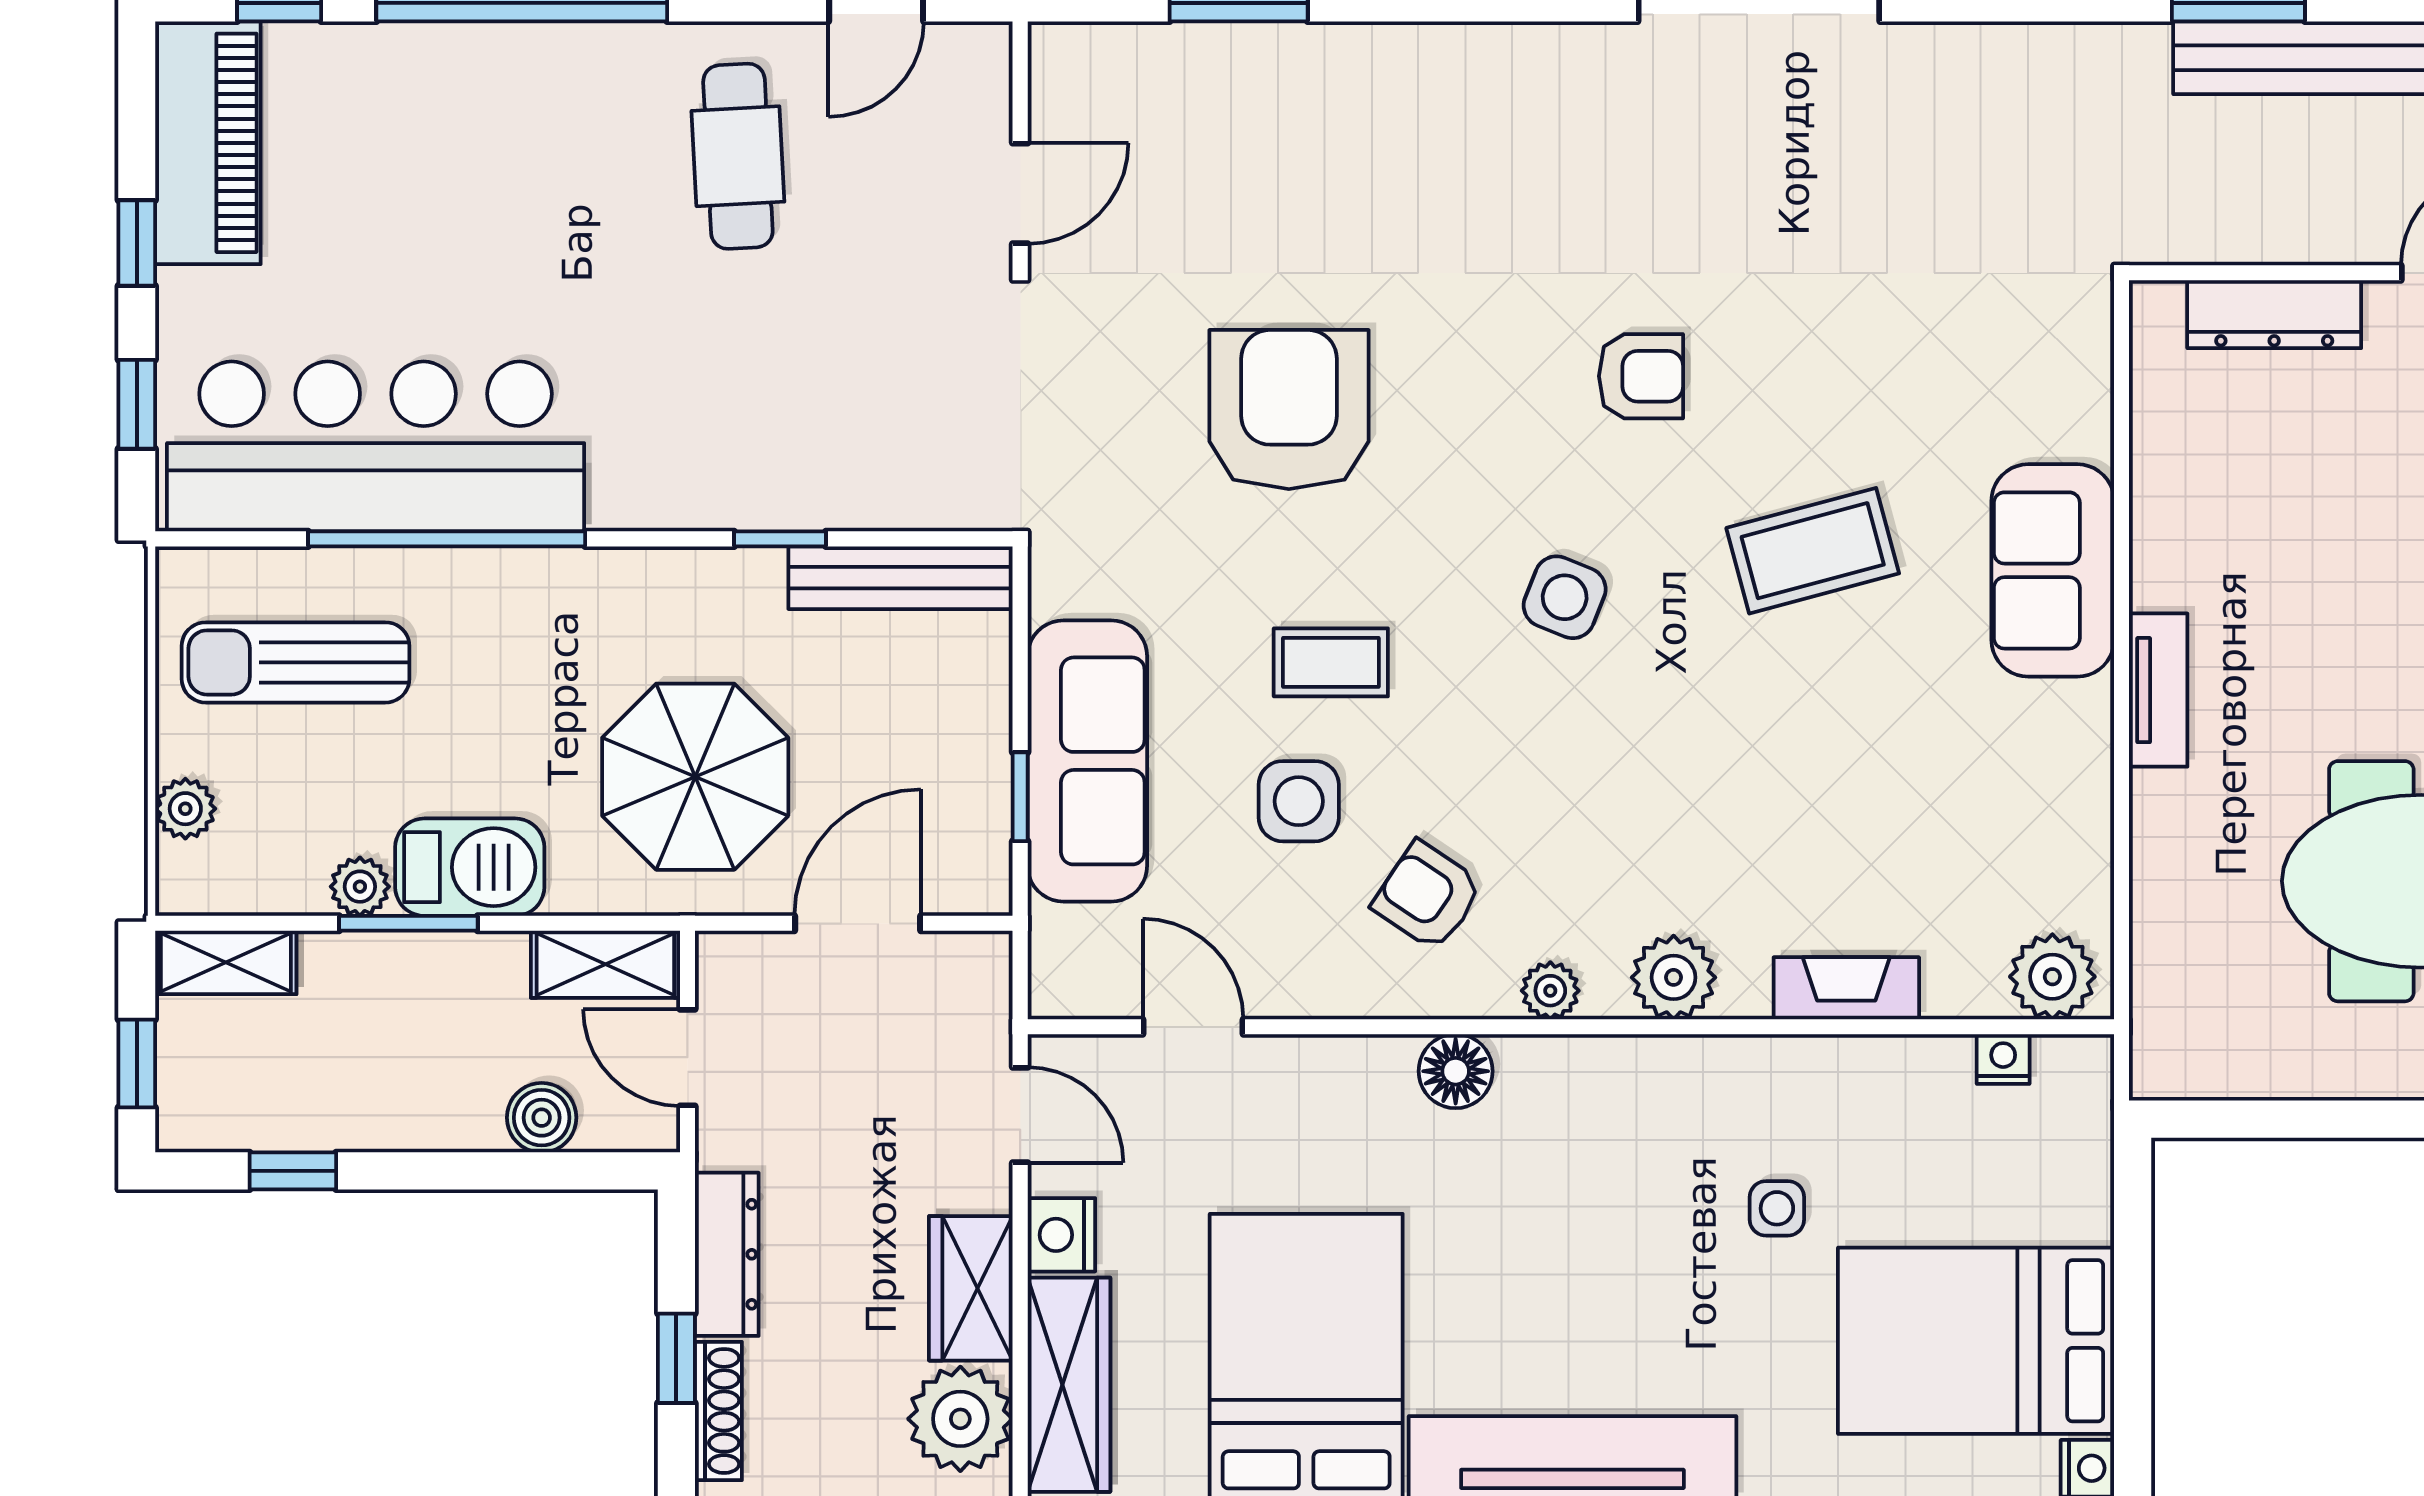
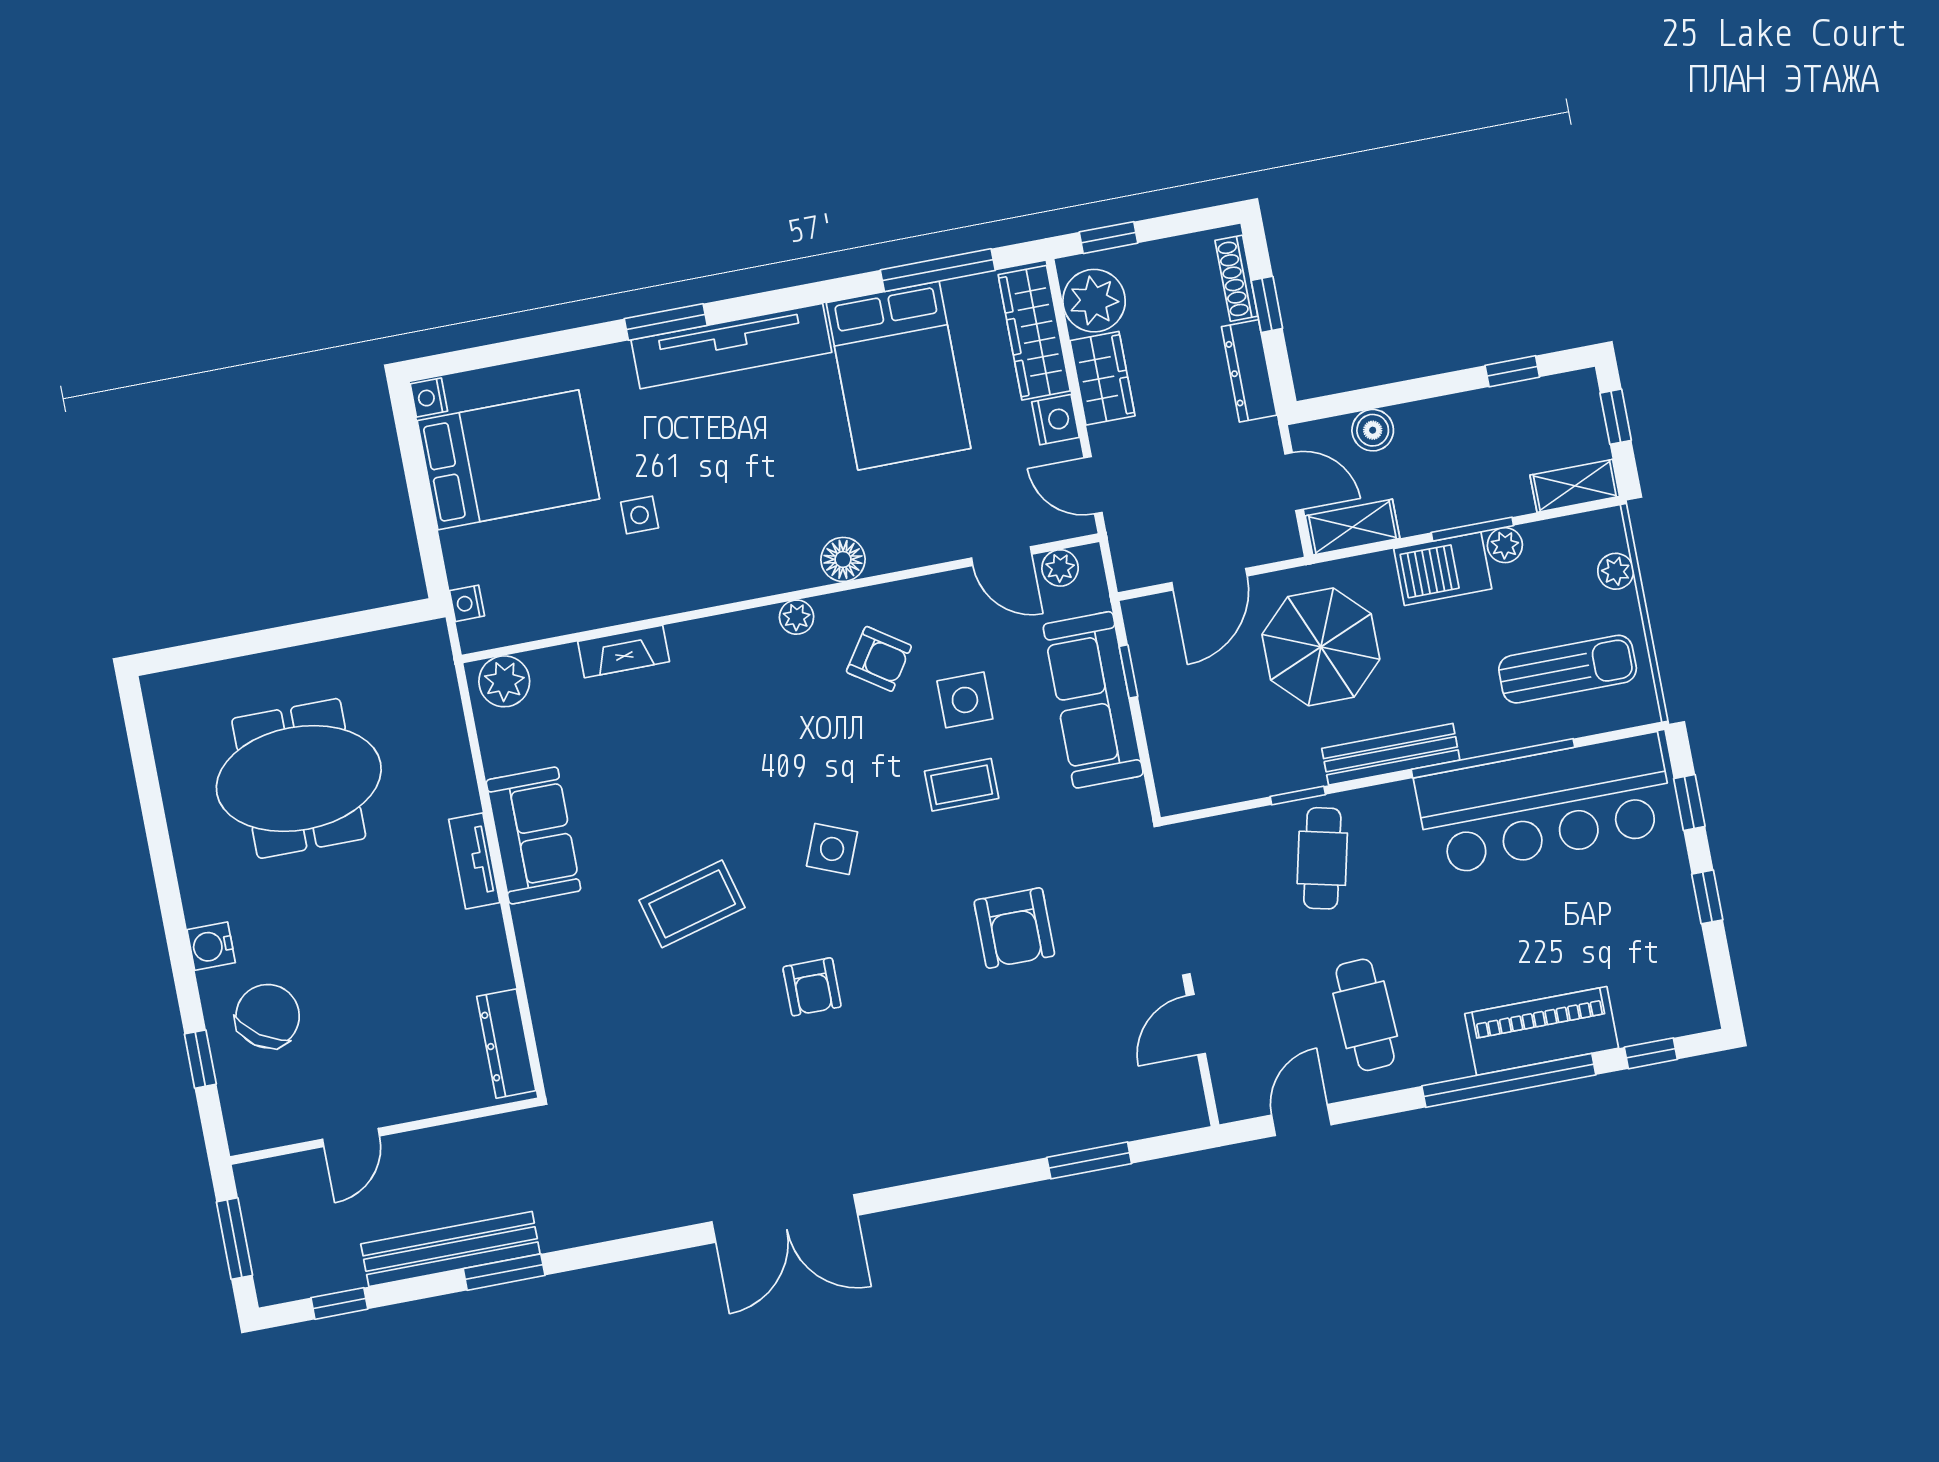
piano: (208, 143) -> (1542, 1031), moved, turned 90
dresser: (2274, 314) -> (506, 1044), moved, turned -90
armchair: (1641, 376) -> (812, 987), turned -90
armchair: (1289, 410) -> (1014, 928), width x0.73, depth x0.73
cafe table: (759, 428) -> (1322, 858), added
sofa: (2053, 570) -> (533, 835), moved
bench: (901, 578) -> (1391, 754), moved
plant: (1674, 977) -> (1060, 568), moved, width x0.73, depth x0.73
nightstand: (2003, 1059) -> (467, 603), moved, turned 90

